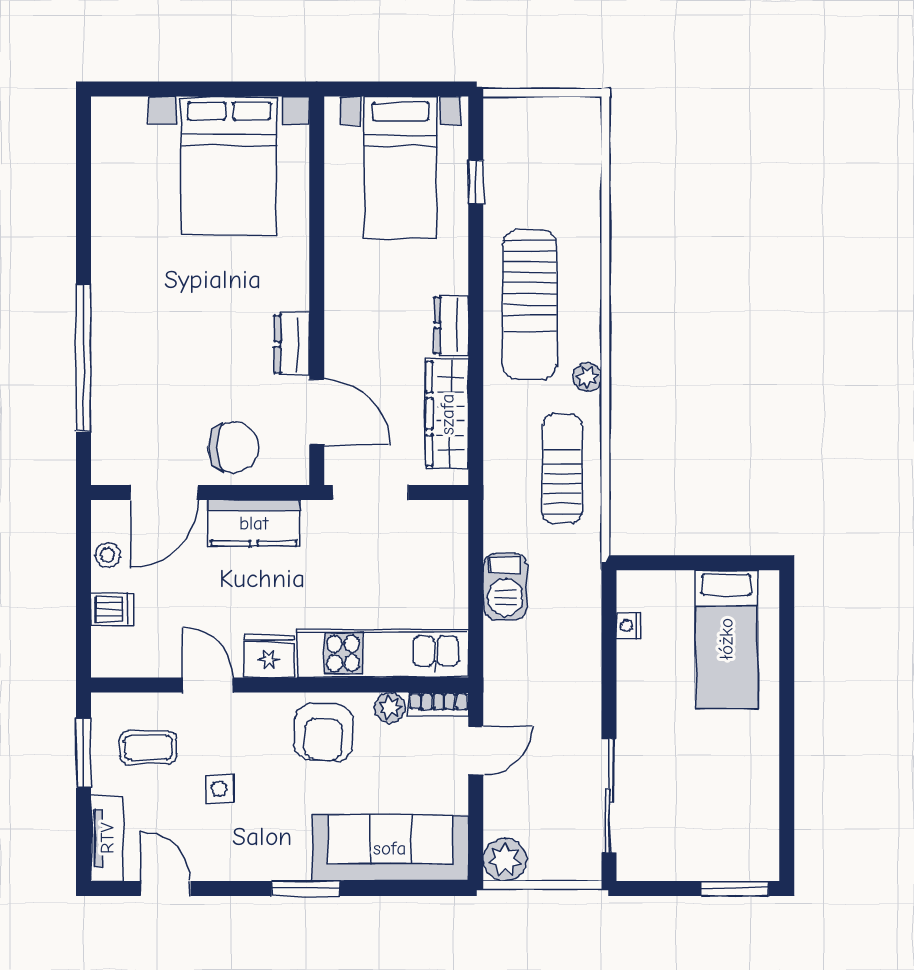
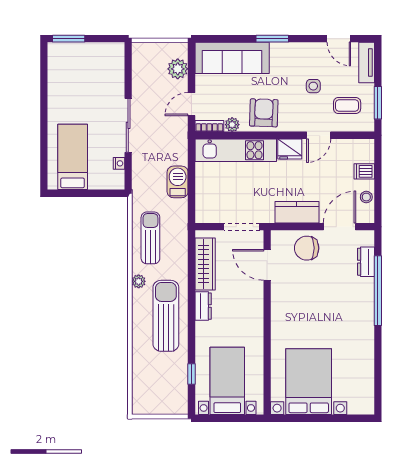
dresser: (292, 344) -> (366, 262), moved, turned 180
sun lounger: (562, 469) -> (150, 238), turned 180
door: (208, 685) -> (319, 135), hinge flipped
sliding door: (609, 796) -> (128, 125), moved
plant: (505, 860) -> (178, 69), moved

